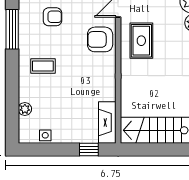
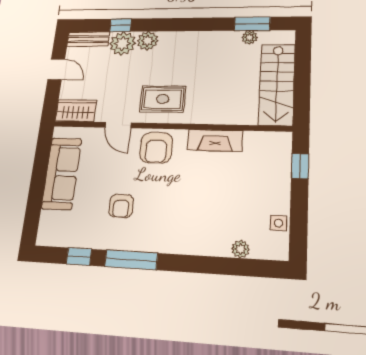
armchair: (52, 17) -> (121, 206), turned 180
coffee table: (43, 66) -> (184, 221), removed
fireplace: (107, 123) -> (215, 140), moved

